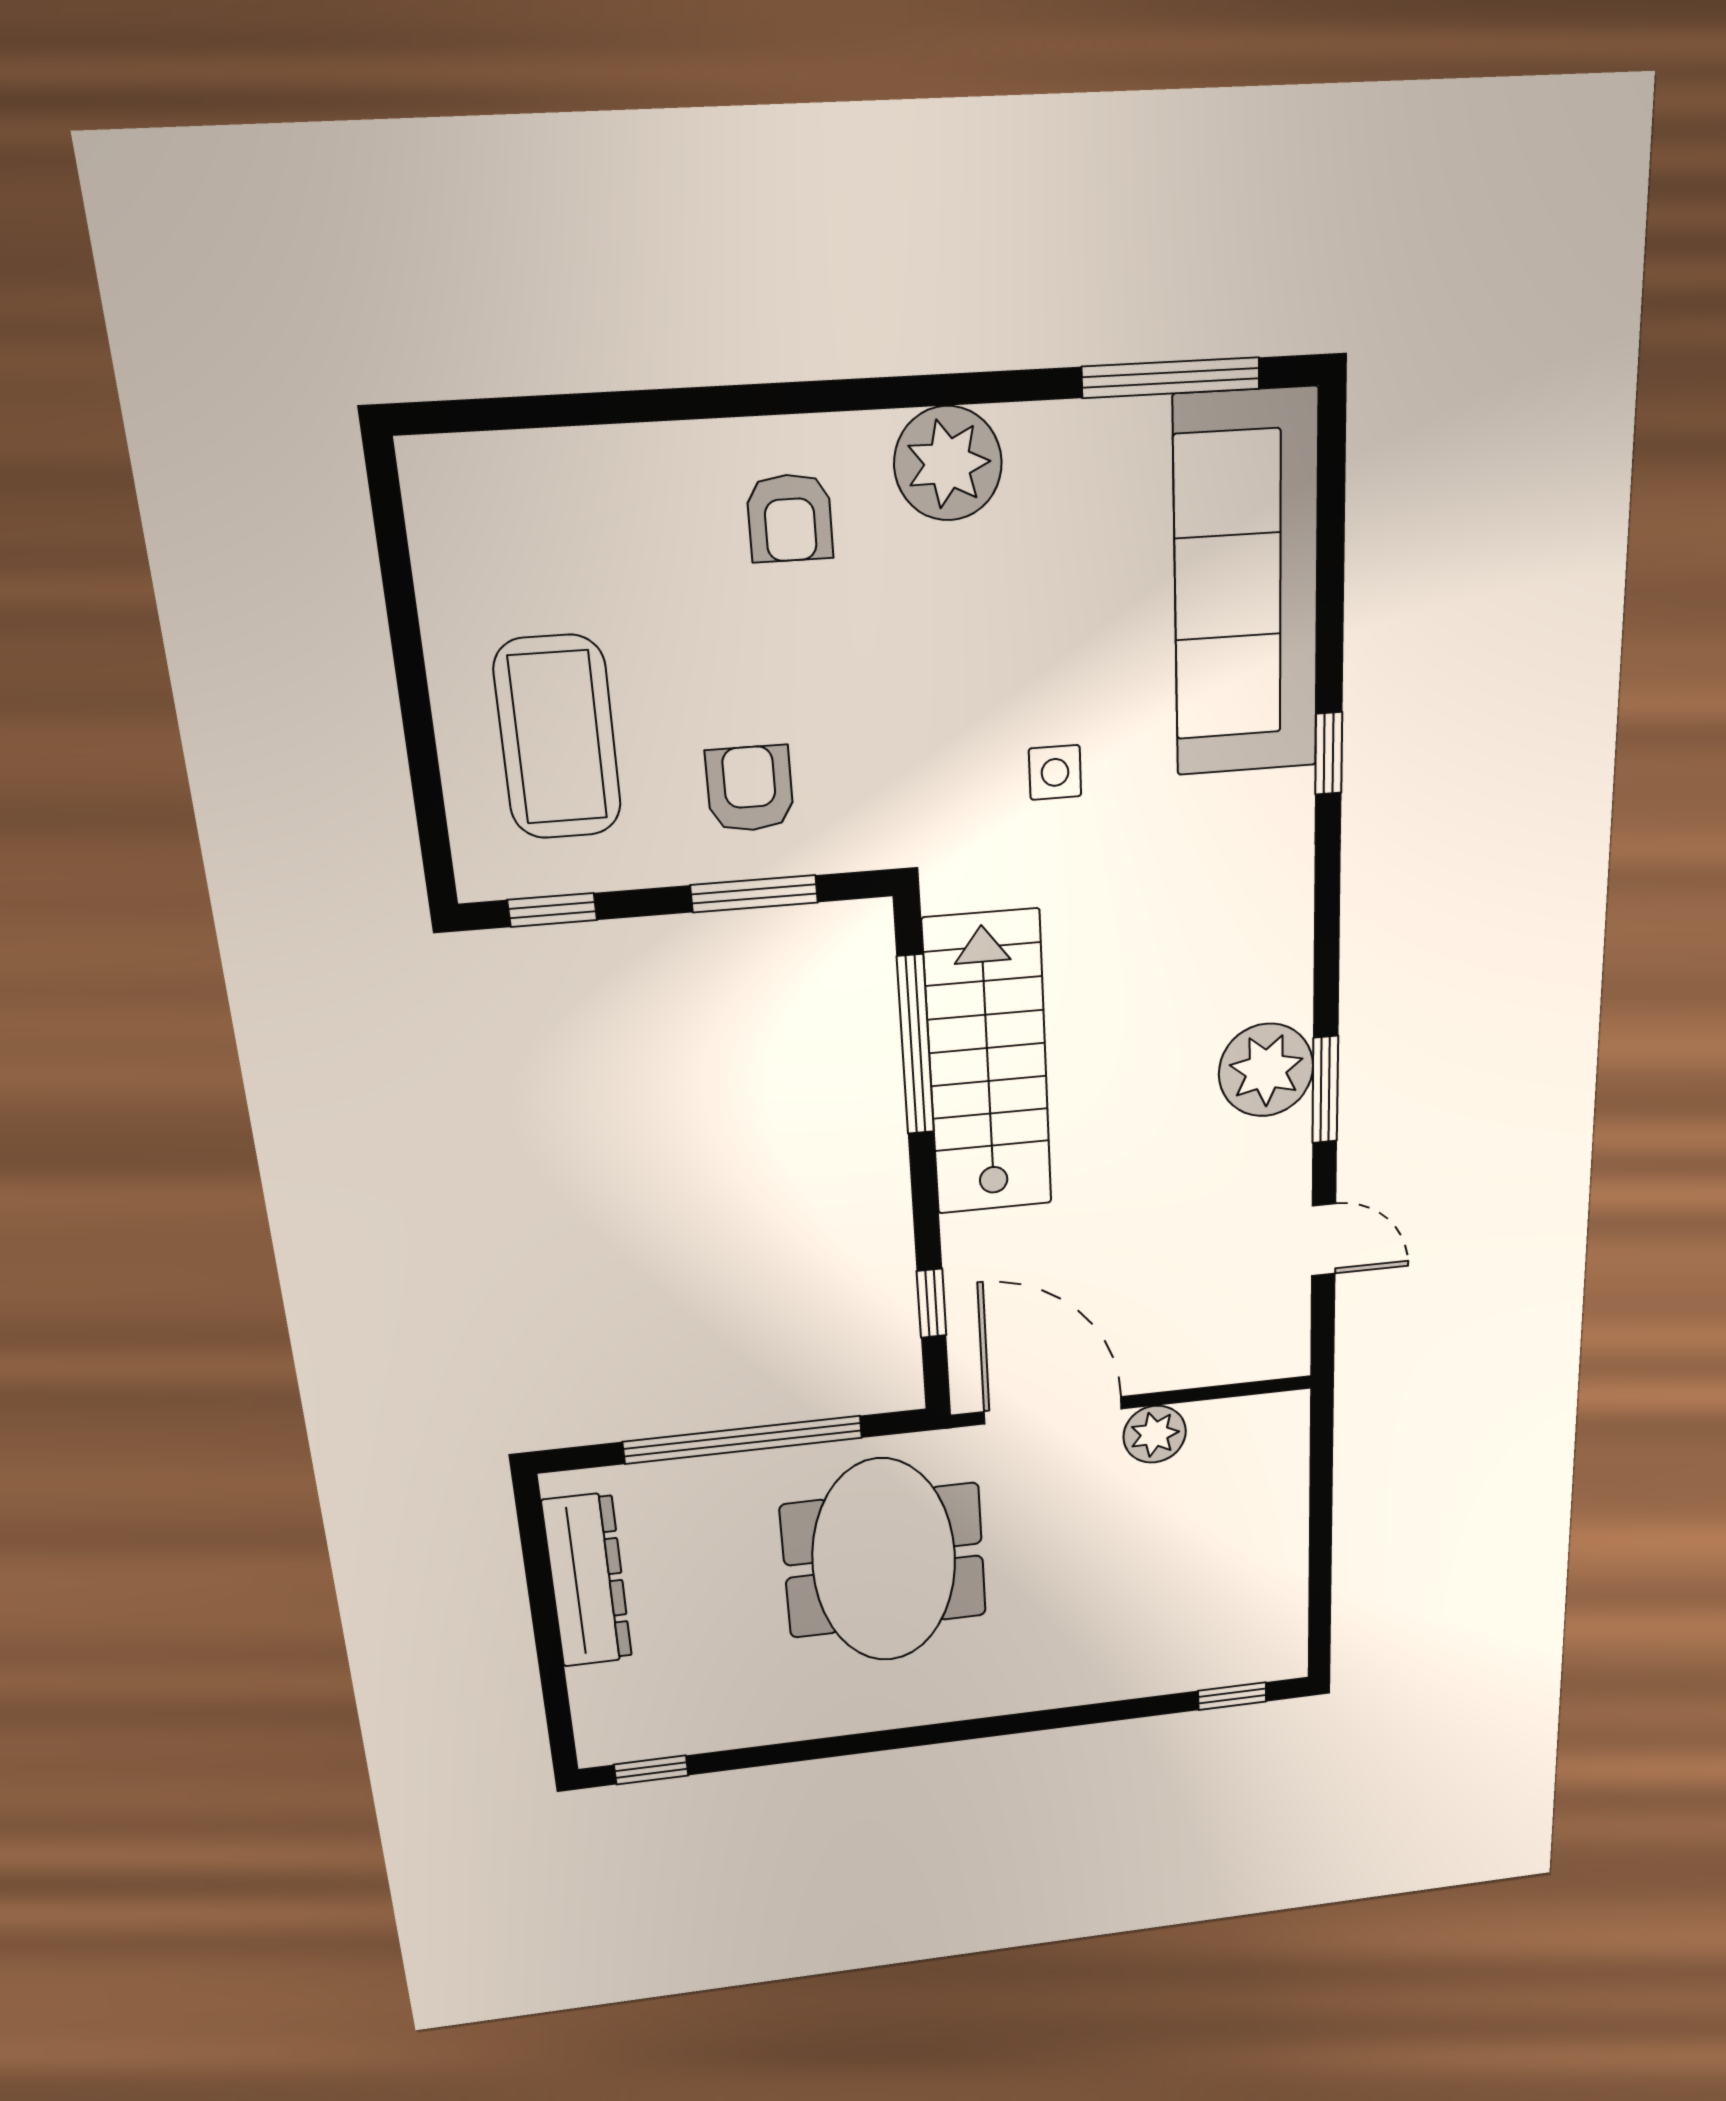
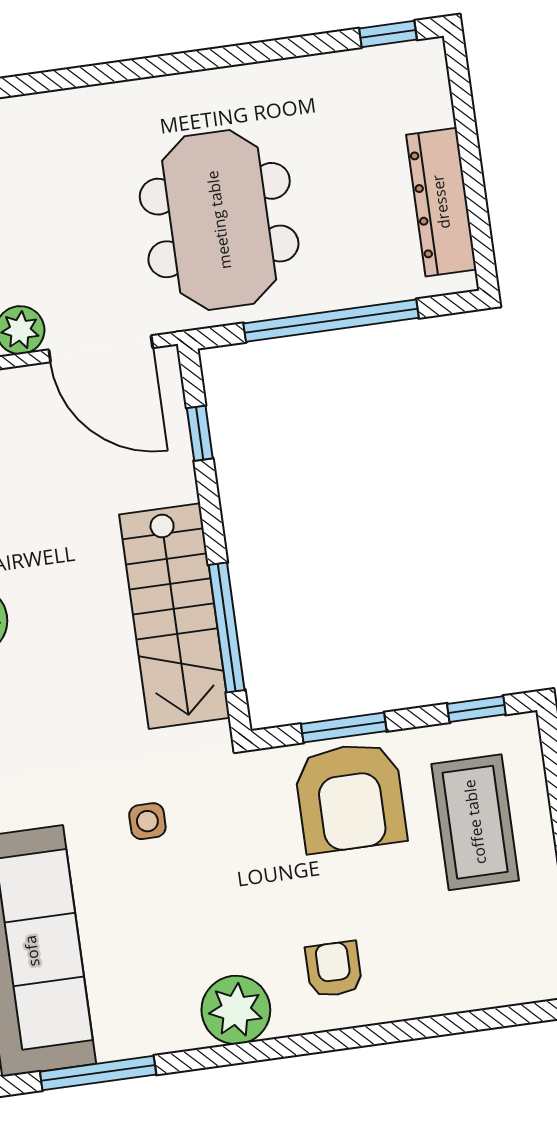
armchair: (750, 789) -> (350, 797), width x1.88, depth x1.88

